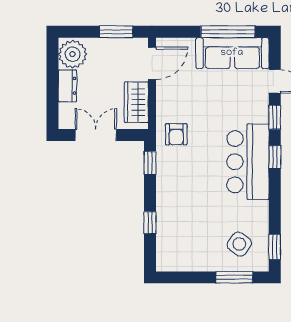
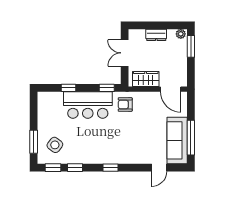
window: (116, 32) -> (191, 46), moved
plant: (73, 54) -> (181, 34), width x0.53, depth x0.53
window: (275, 117) -> (75, 168), moved
double door: (96, 135) -> (125, 53), swing flipped
bar counter: (248, 162) -> (88, 105), moved, turned 180

